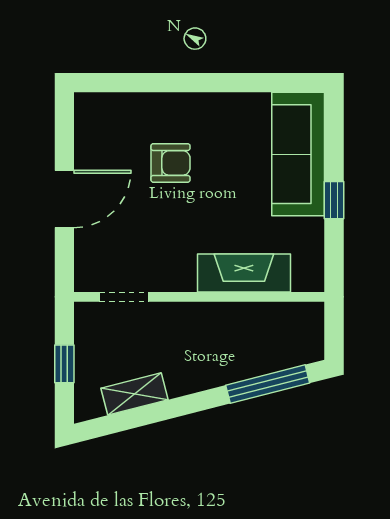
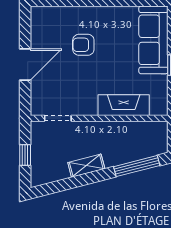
armchair: (170, 163) -> (83, 45), turned 180
shelving: (134, 394) -> (86, 166), moved

